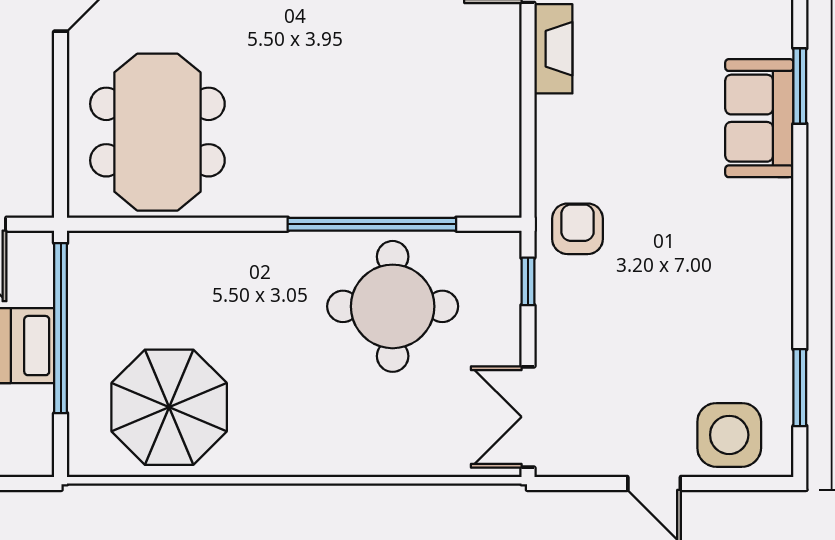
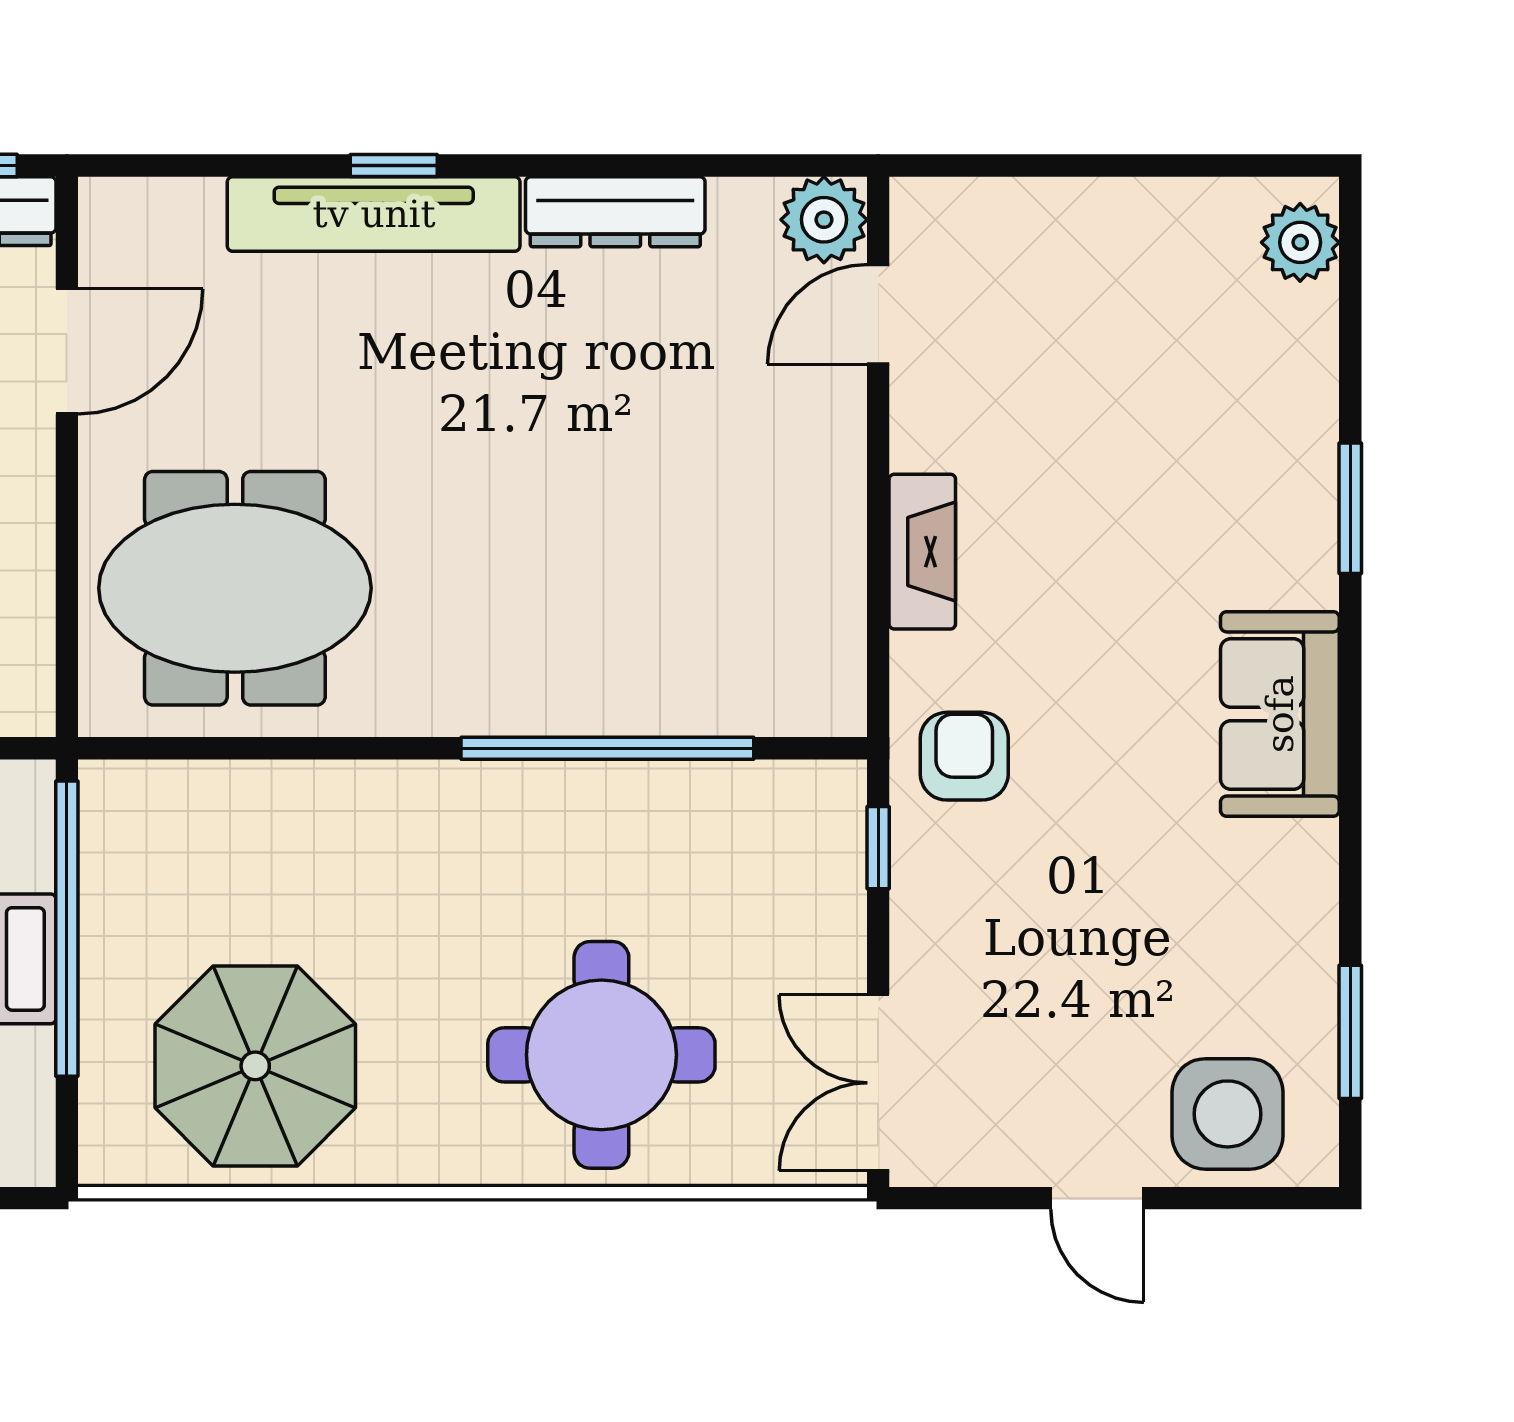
fireplace: (553, 49) -> (922, 552), moved
sofa: (759, 118) -> (1280, 714), moved
meeting table: (157, 132) -> (235, 588), turned 90
round table: (393, 306) -> (601, 1055), moved

